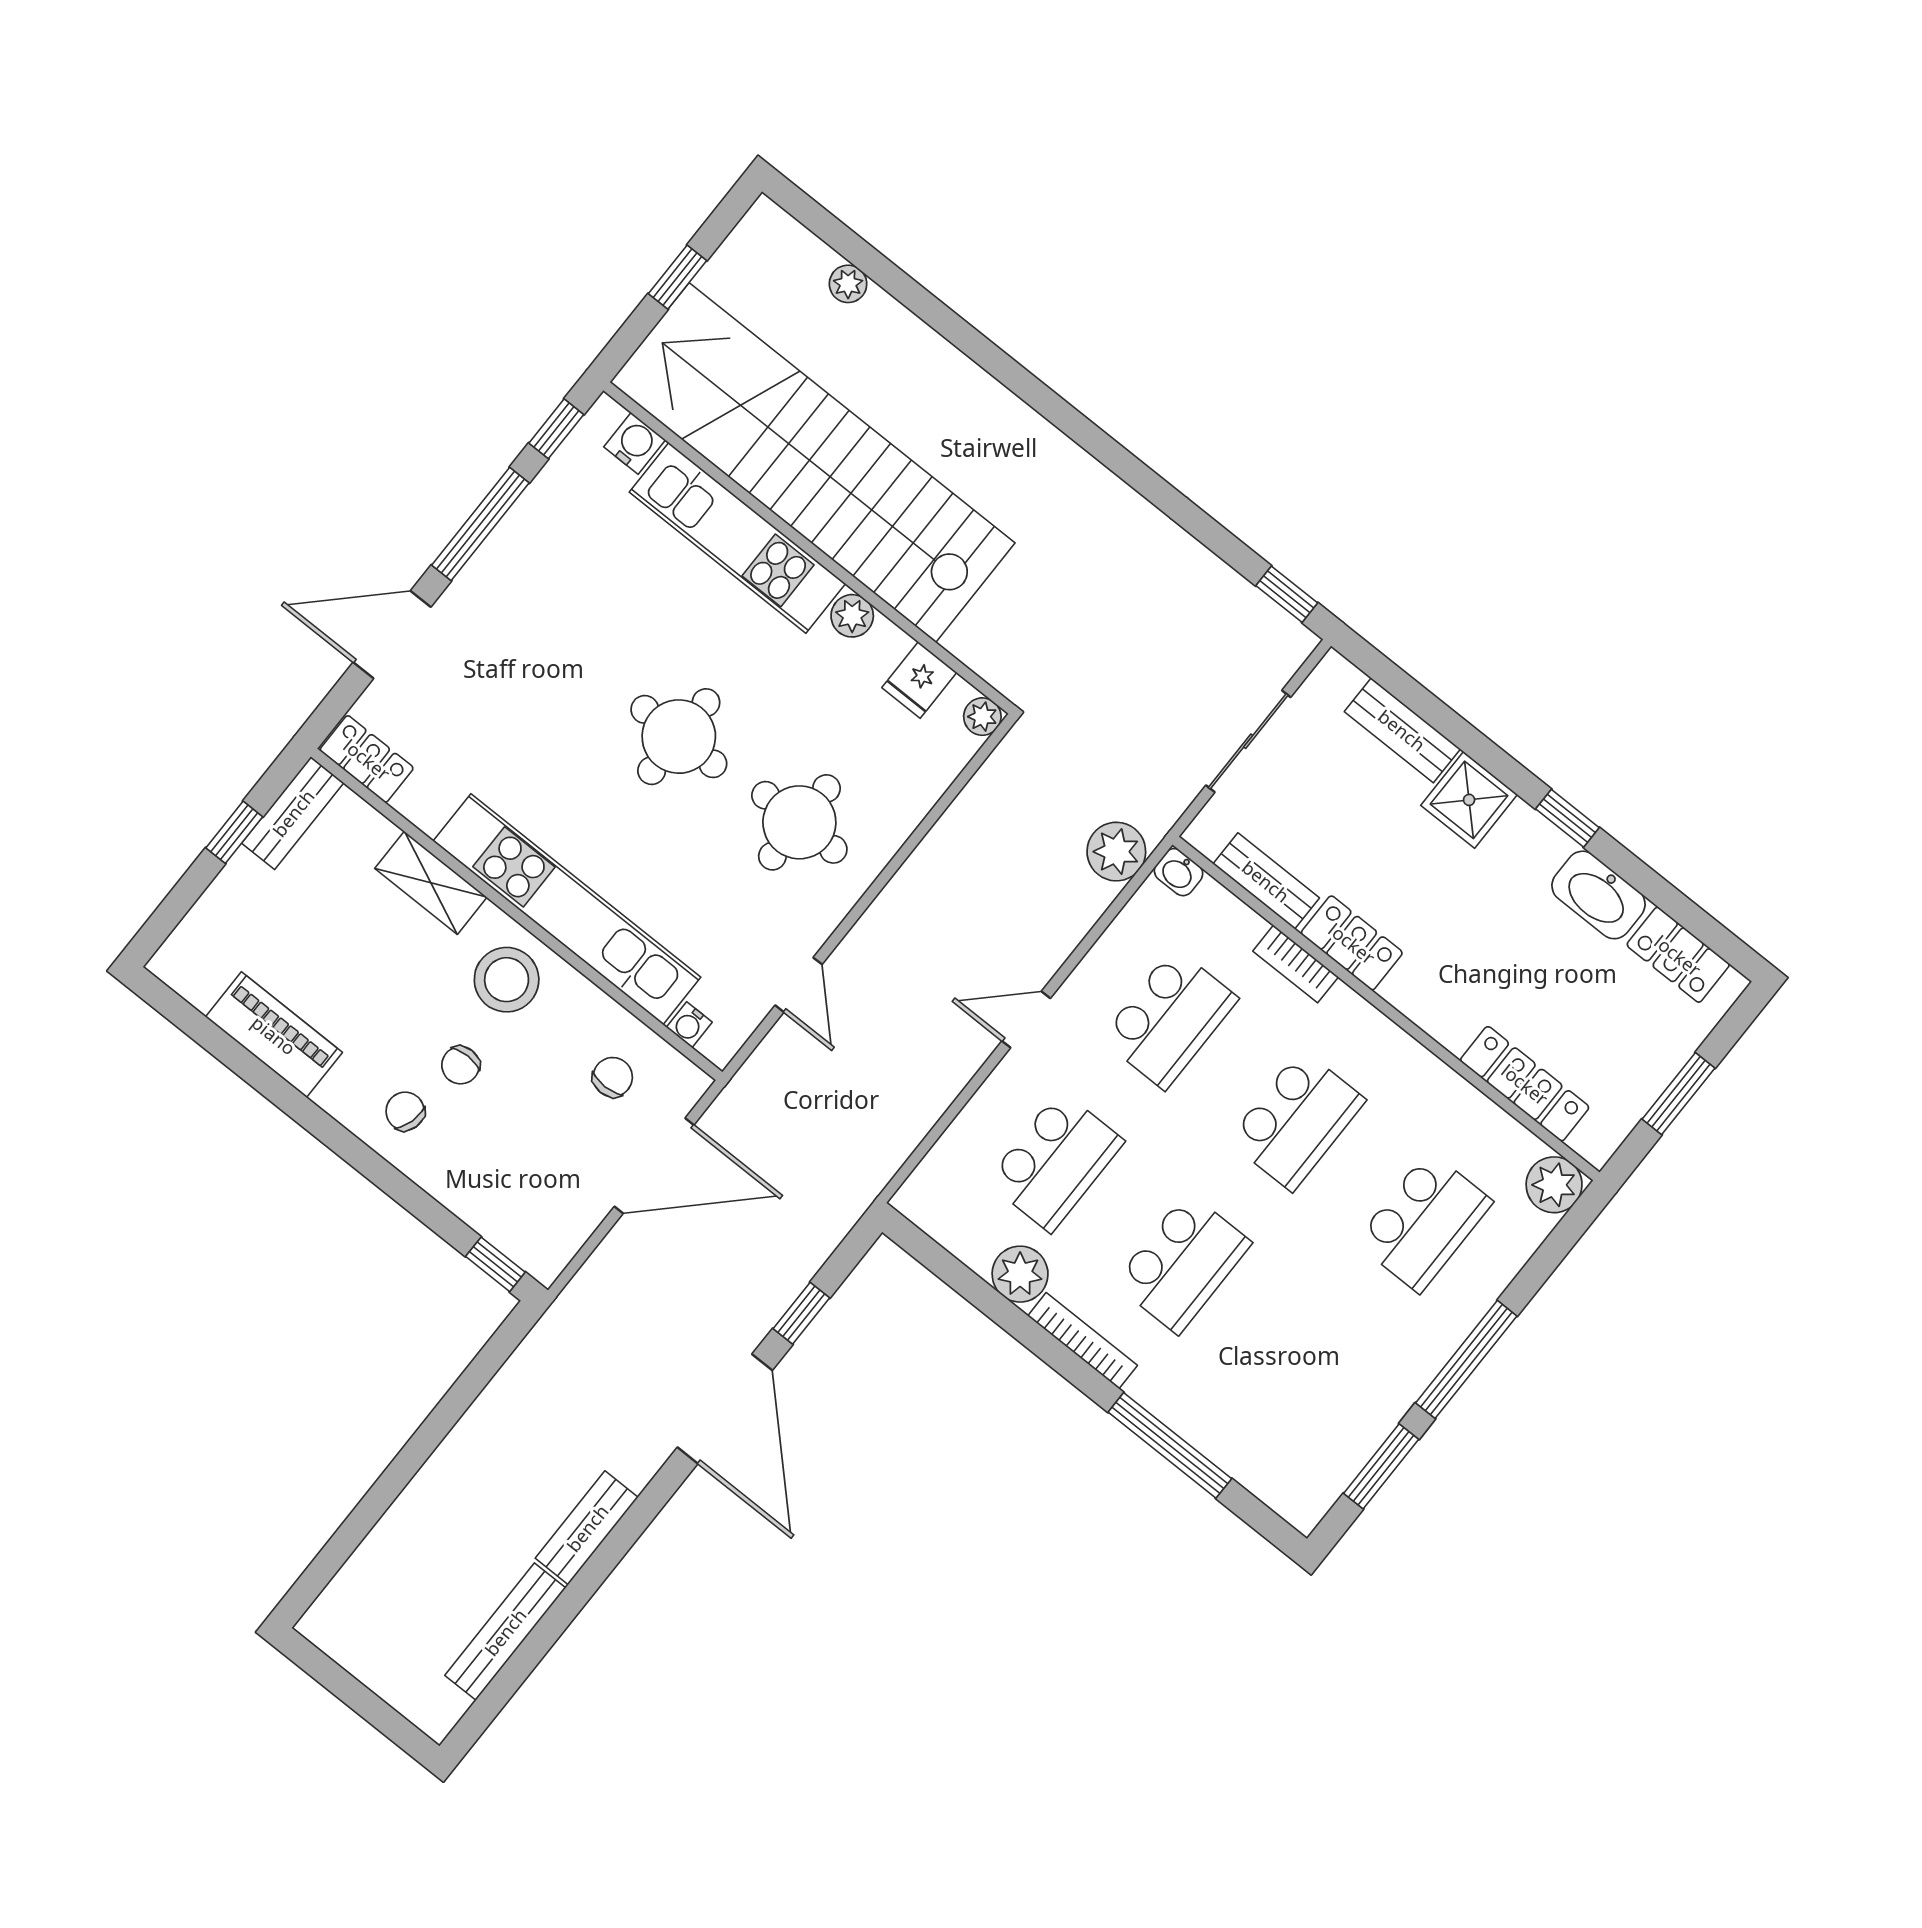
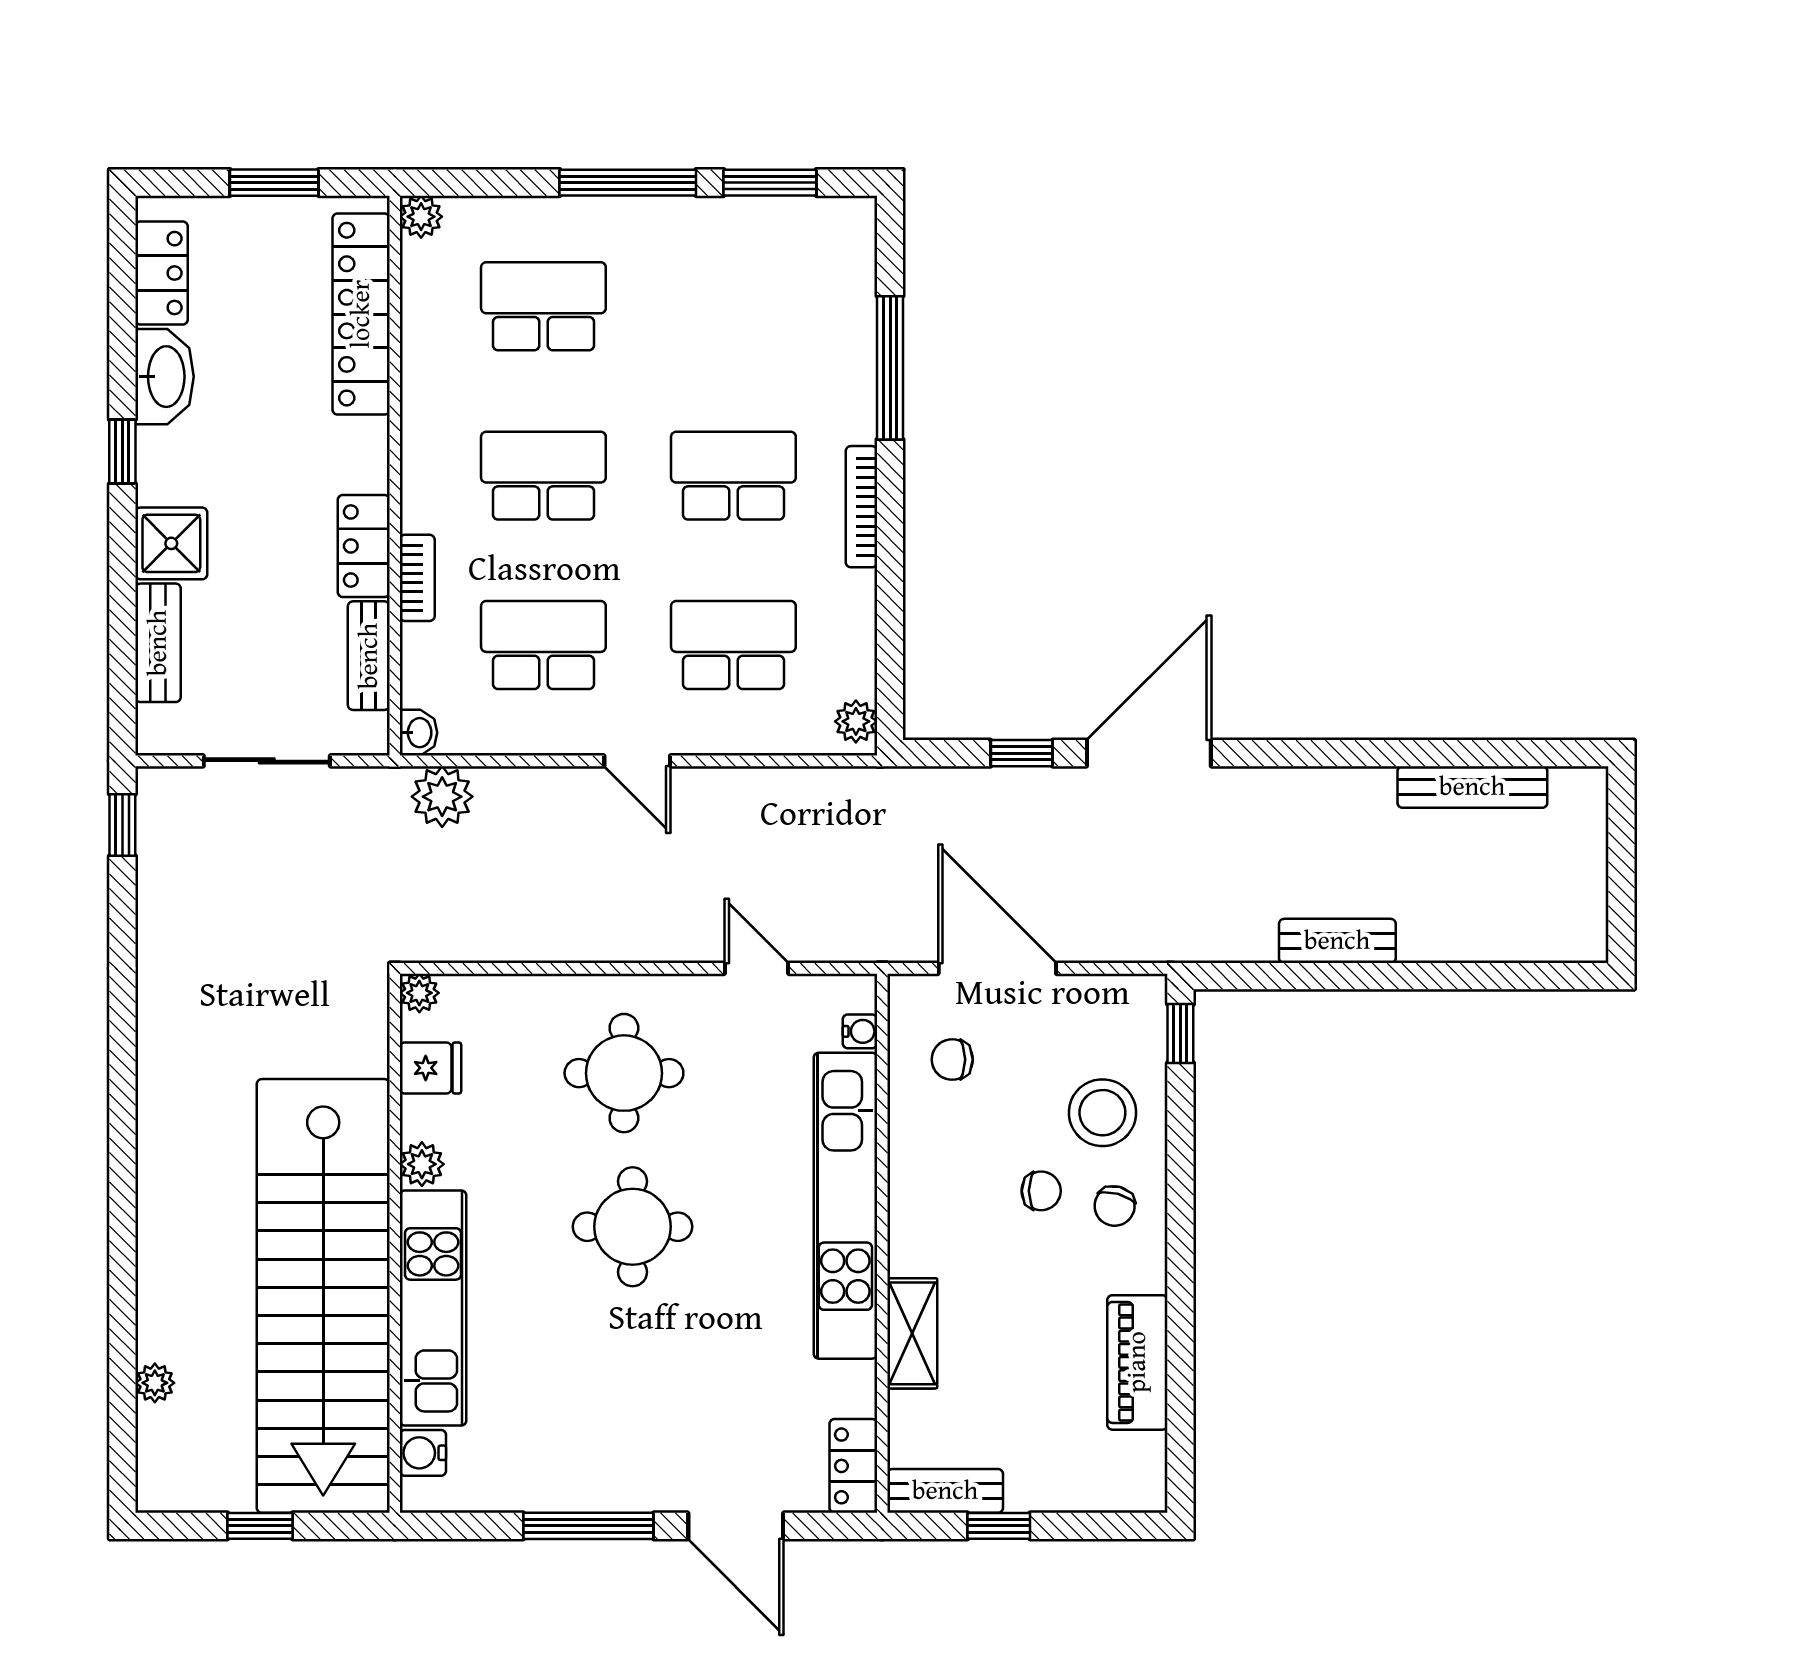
window: (556, 429) -> (462, 1526), removed
stool: (507, 980) -> (1102, 1113), moved
door: (799, 985) -> (757, 968), hinge flipped
locker: (1525, 1084) -> (361, 314), width x1.41, depth x1.21
plant: (1554, 1185) -> (421, 217), width x0.73, depth x0.73
plant: (1020, 1274) -> (856, 721), moved, width x0.73, depth x0.73
bench: (587, 1528) -> (1337, 941), moved

